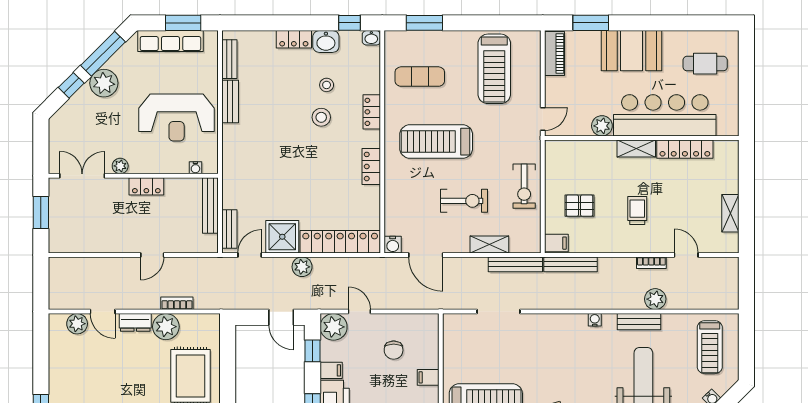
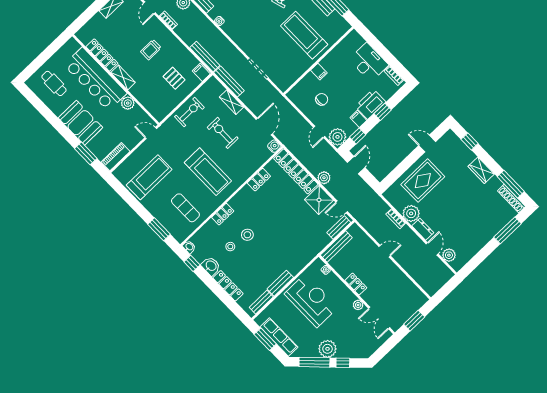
locker: (294, 39) -> (228, 286), width x1.53
locker: (371, 166) -> (259, 180), moved

